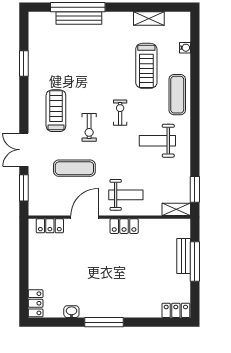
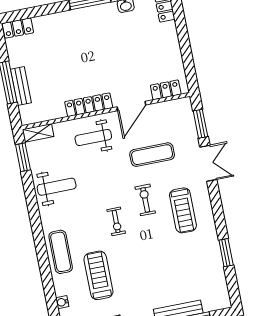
weight bench: (157, 141) -> (57, 187), moved
locker: (124, 226) -> (89, 105), width x1.53

